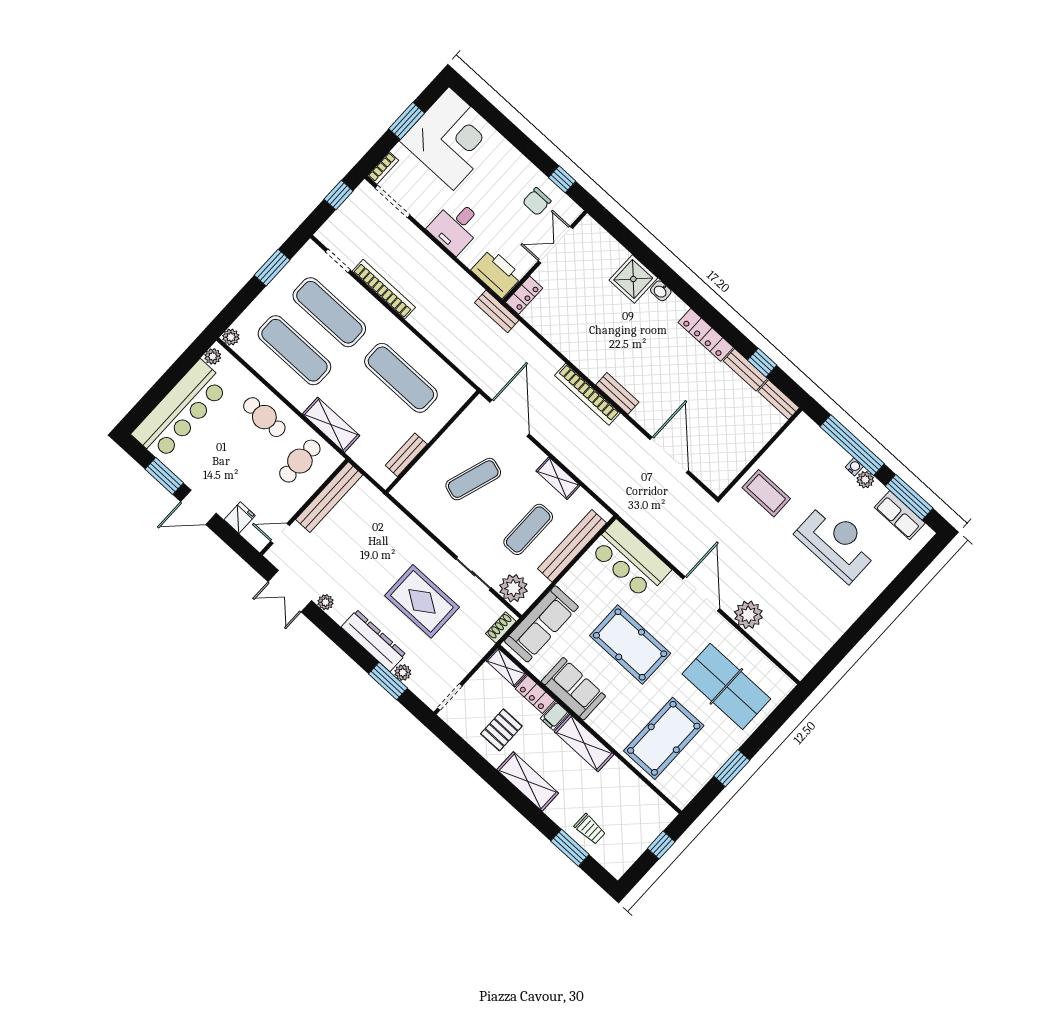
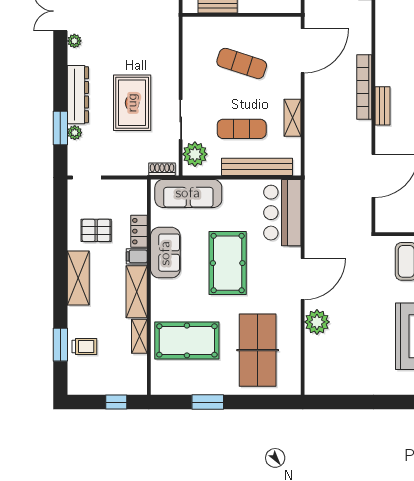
shelving: (506, 667) -> (139, 336), moved
trolley: (590, 829) -> (84, 347), turned -90

